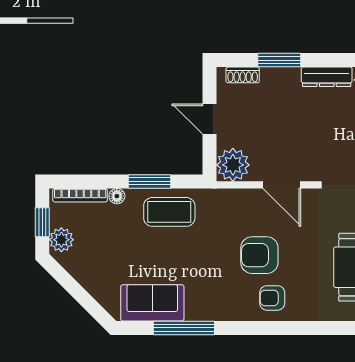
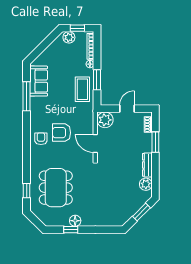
door: (282, 185) -> (95, 143), hinge flipped
armchair: (259, 255) -> (62, 133), turned -90

